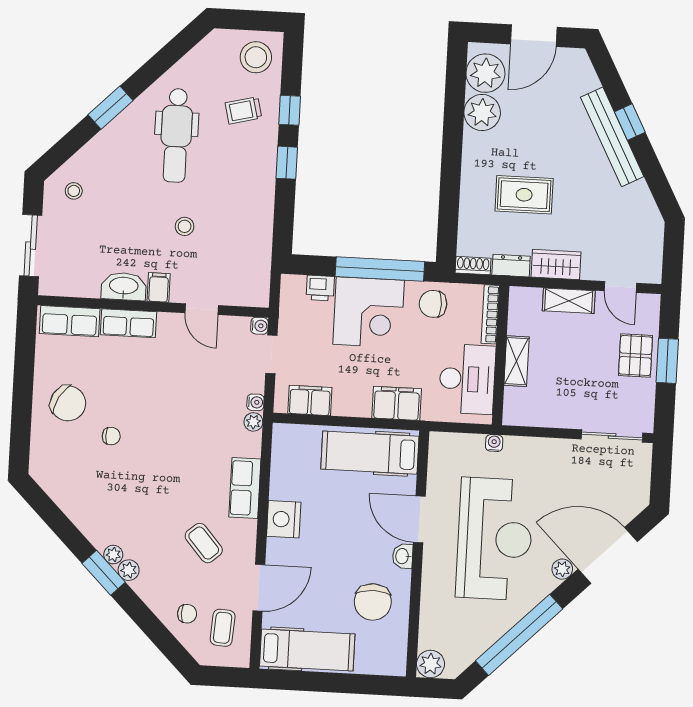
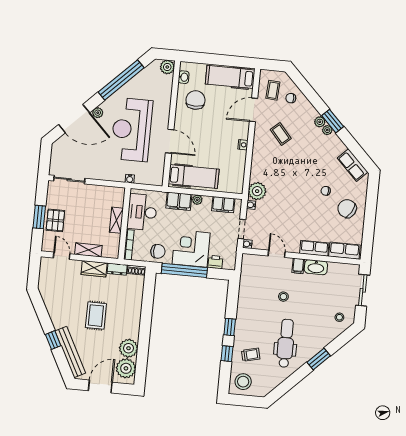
bench: (612, 137) -> (70, 352), moved
rug: (524, 195) -> (96, 316), moved, turned 90
plant: (361, 408) -> (197, 200), added
plant: (253, 422) -> (257, 191), width x1.88, depth x1.88
row of seats: (245, 488) -> (353, 165), moved, turned 135
nightstand: (284, 519) -> (243, 145), width x0.53, depth x0.56
washbasin: (403, 556) -> (184, 77), moved

